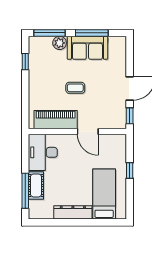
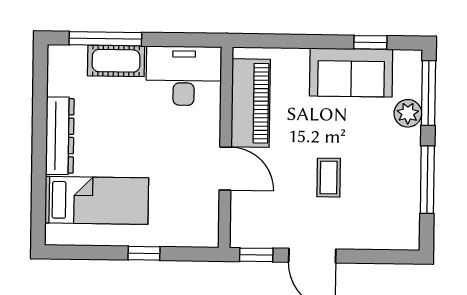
sofa: (87, 48) -> (351, 73), moved, turned -90
coffee table: (75, 88) -> (329, 178), moved
door: (88, 132) -> (225, 169), swing flipped

